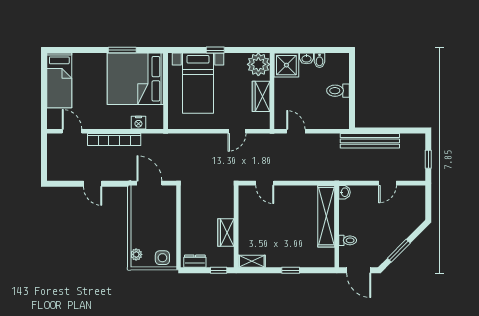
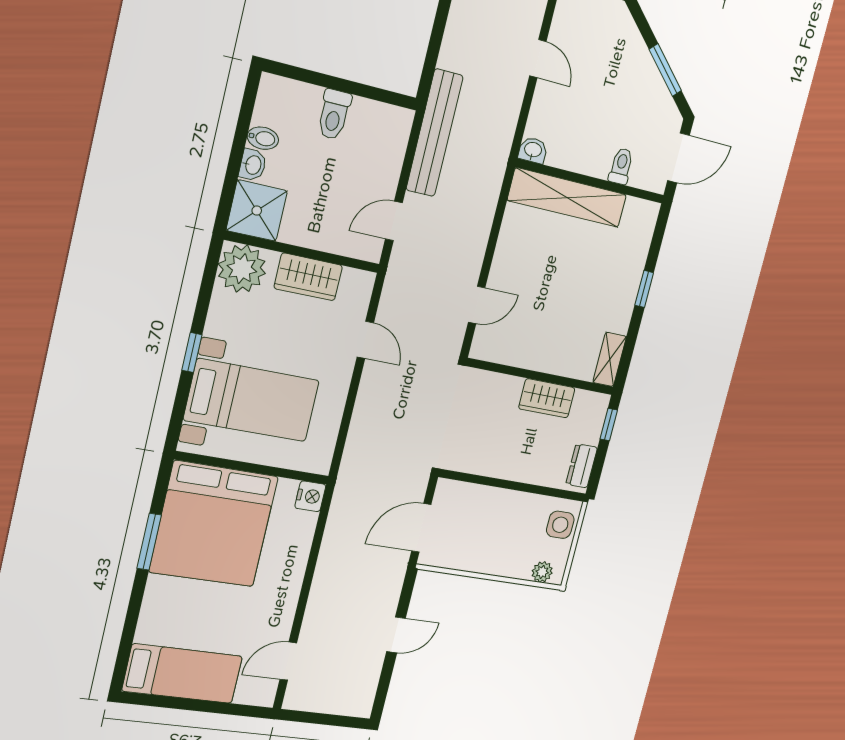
nightstand: (138, 123) -> (310, 496), moved
bookcase: (114, 140) -> (323, 583), removed
bench: (370, 141) -> (435, 133), moved

